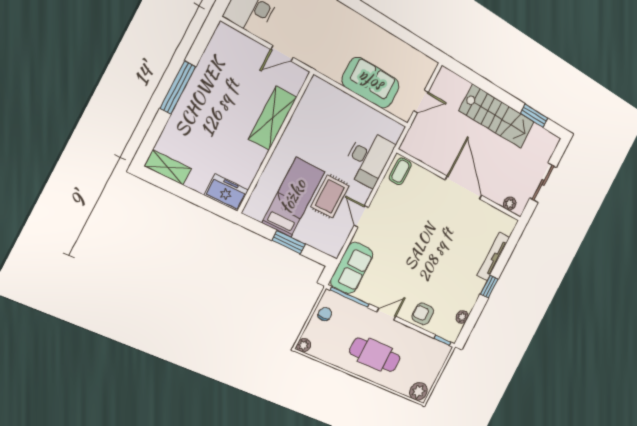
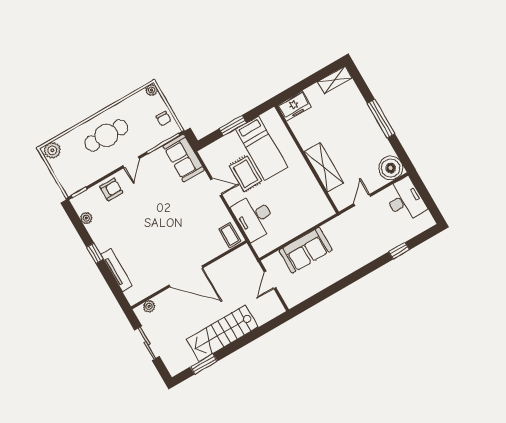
boiler: (227, 42) -> (391, 168), added

